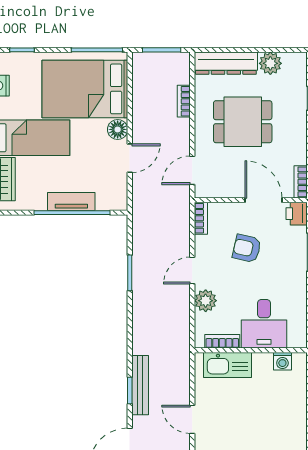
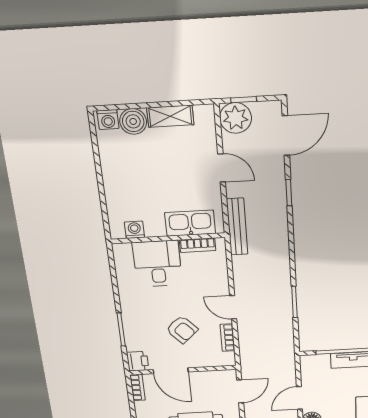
bookcase: (201, 218) -> (227, 338), moved
armchair: (247, 248) -> (182, 329), turned 34
door: (192, 271) -> (233, 307), swing flipped
plant: (206, 301) -> (218, 281), removed
bench: (140, 385) -> (237, 227), moved

